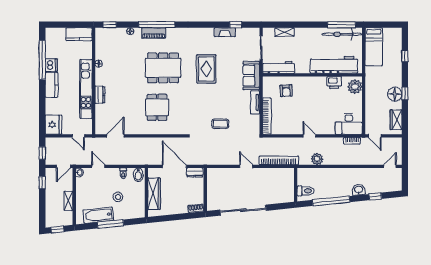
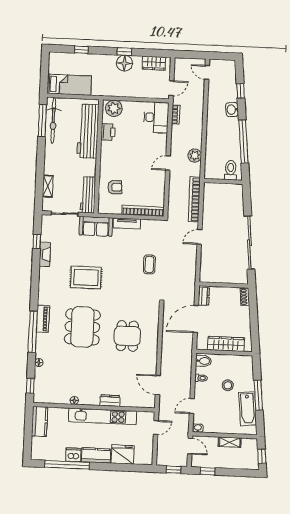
piano: (154, 33) -> (43, 319), moved
dining table: (157, 107) -> (127, 336), turned 90
fridge: (53, 125) -> (123, 454), moved

